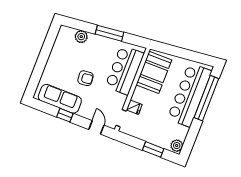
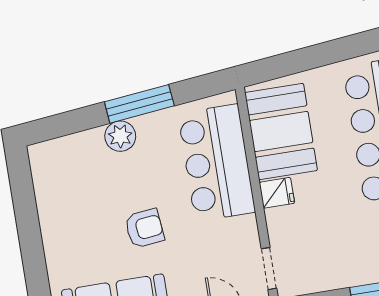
plant: (81, 37) -> (120, 136), moved
fridge: (134, 107) -> (277, 193), moved

